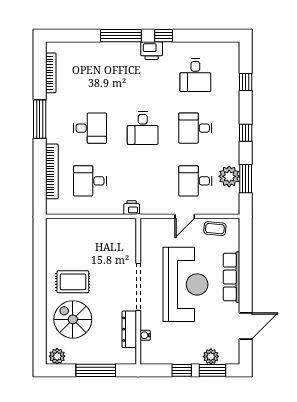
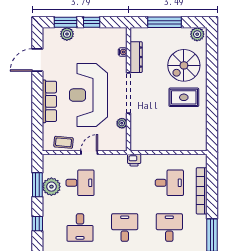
desk: (90, 128) -> (169, 228), turned 90
desk: (195, 128) -> (80, 228), turned 90
plant: (146, 251) -> (122, 123), added
spiral stairs: (73, 319) -> (184, 65), turned 90

